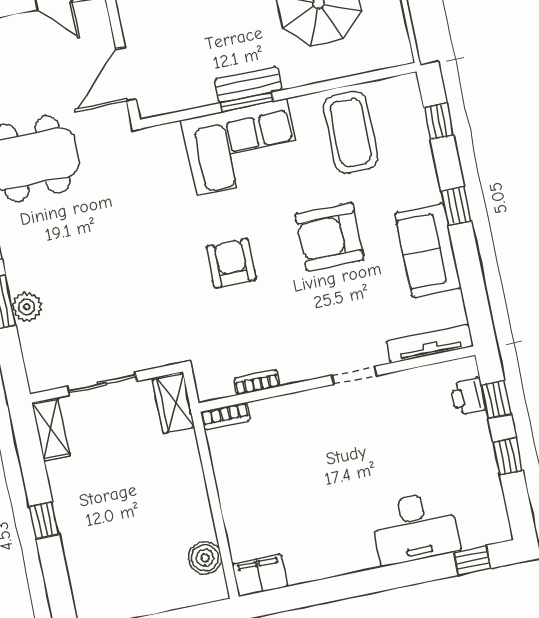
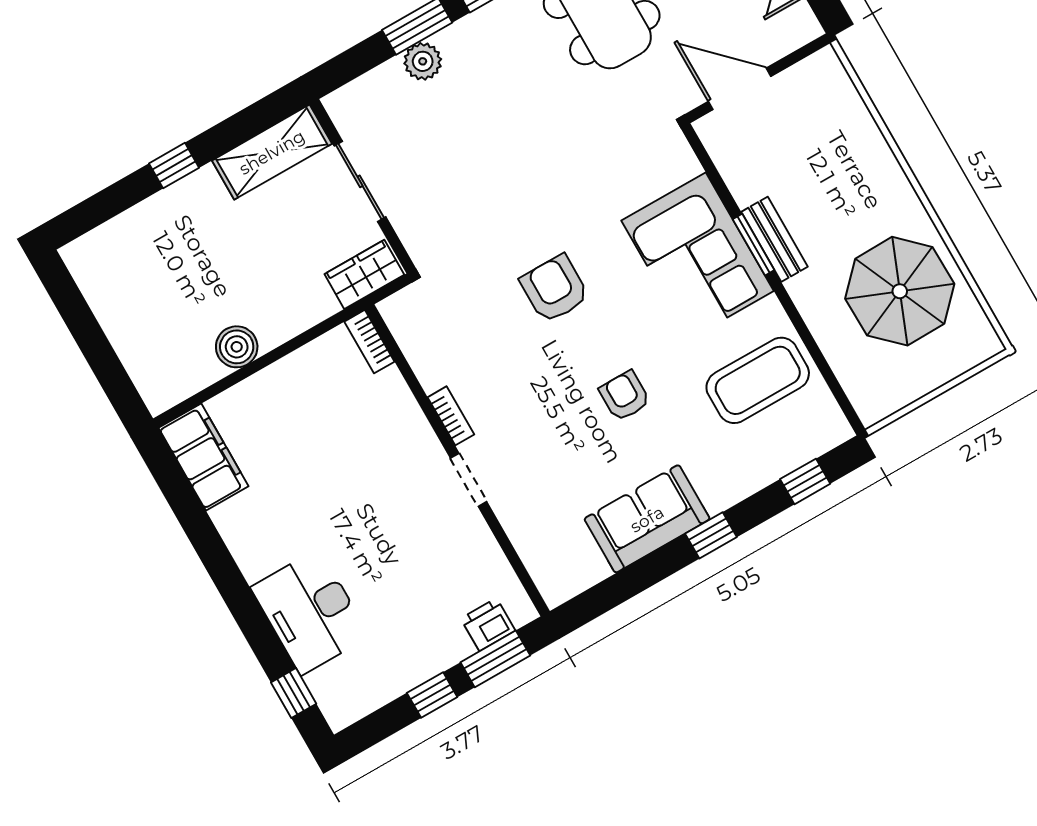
armchair: (329, 237) -> (625, 396), width x0.53, depth x0.53
armchair: (231, 263) -> (555, 289), turned -90
tv unit: (430, 344) -> (536, 558), removed
bookcase: (257, 382) -> (451, 416), moved
window: (496, 399) -> (495, 659), width x1.50
shelving: (51, 429) -> (272, 152), width x1.50, depth x1.33
boiler: (205, 558) -> (237, 347), moved
filing cabinet: (260, 575) -> (204, 457), width x1.50, depth x1.17

